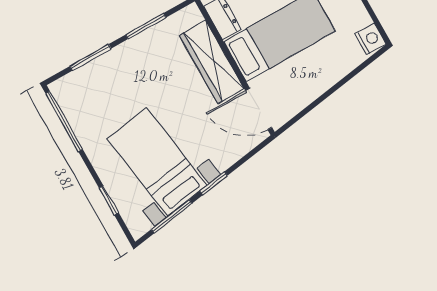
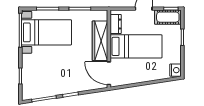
bed with nightstands: (157, 162) -> (46, 32), moved, turned 99

